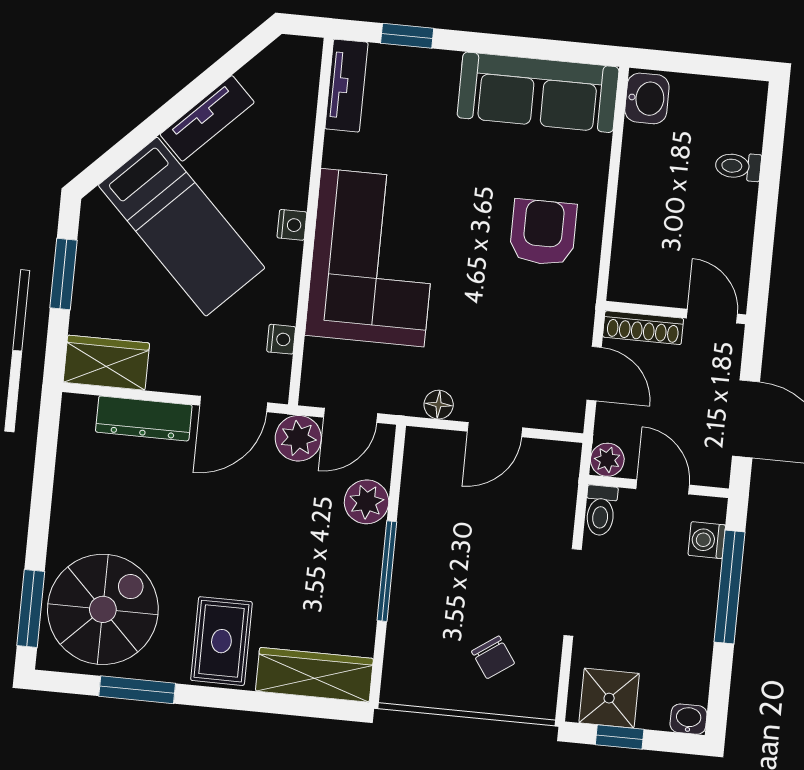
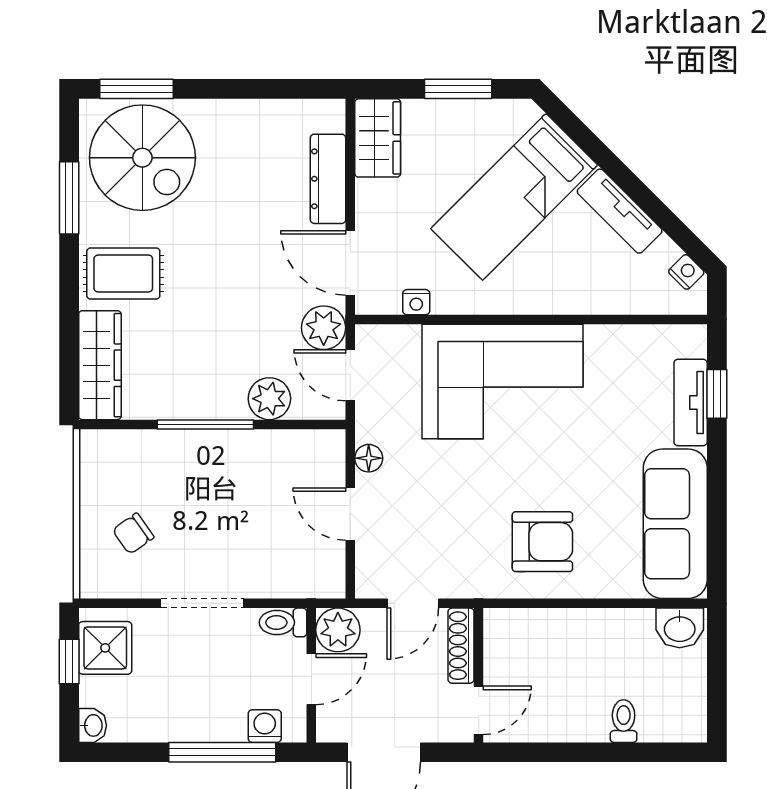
tv unit: (346, 86) -> (691, 402), moved, turned 90
nightstand: (292, 225) -> (686, 272), moved, turned -135
plant: (607, 460) -> (338, 630), width x1.38, depth x1.38

